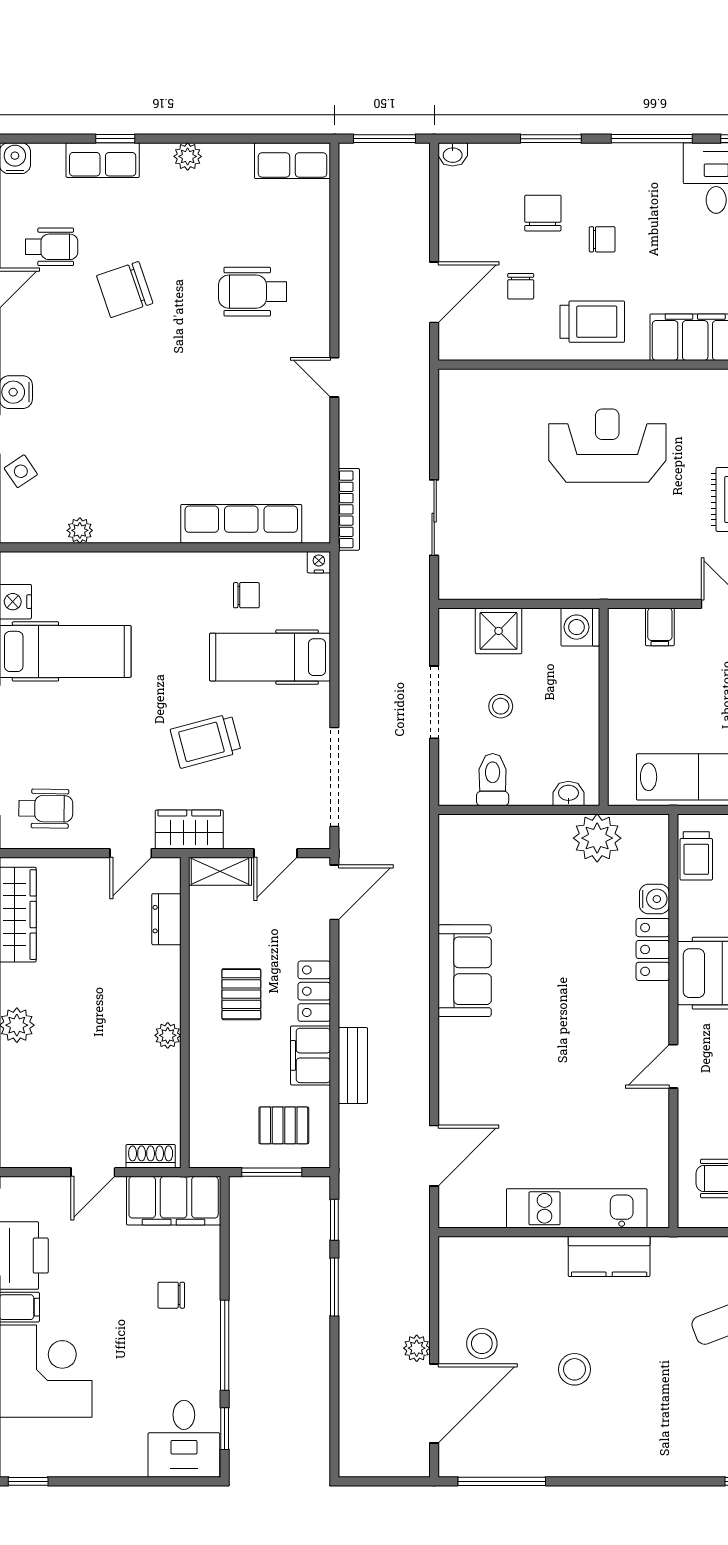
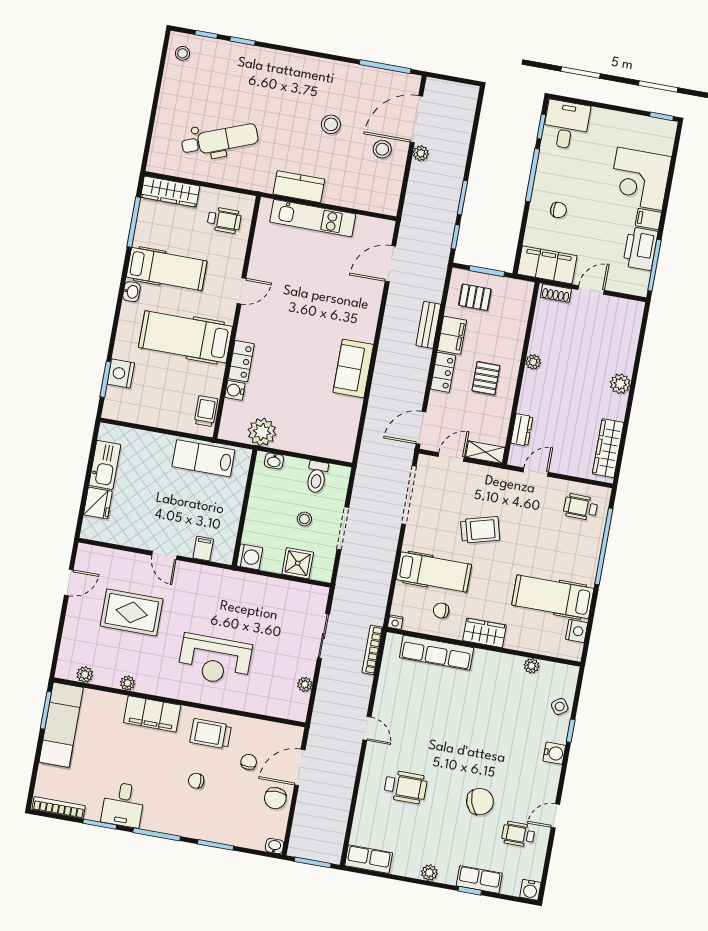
chair: (543, 213) -> (275, 798), moved
plant: (451, 432) -> (305, 684), added
wardrobe: (189, 830) -> (485, 633), moved, turned 180

